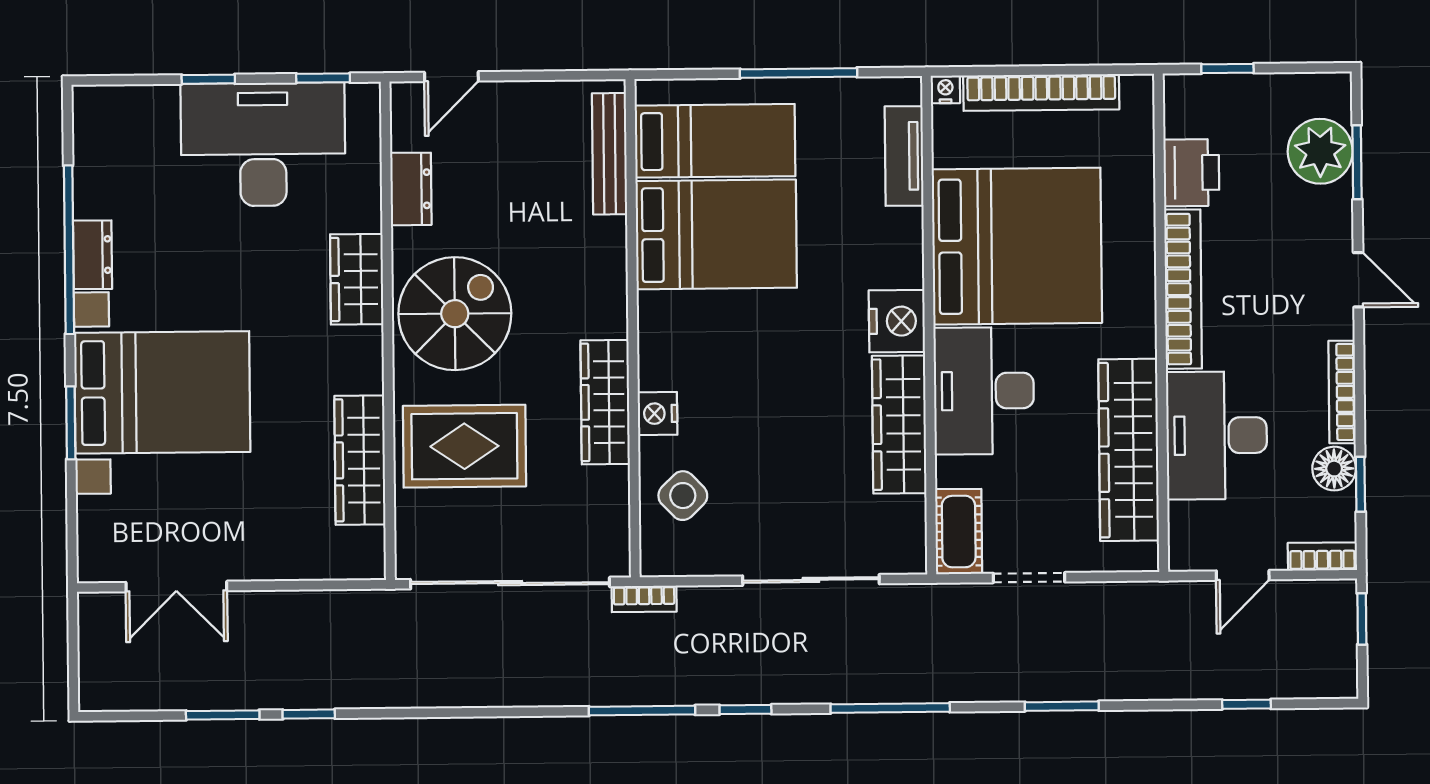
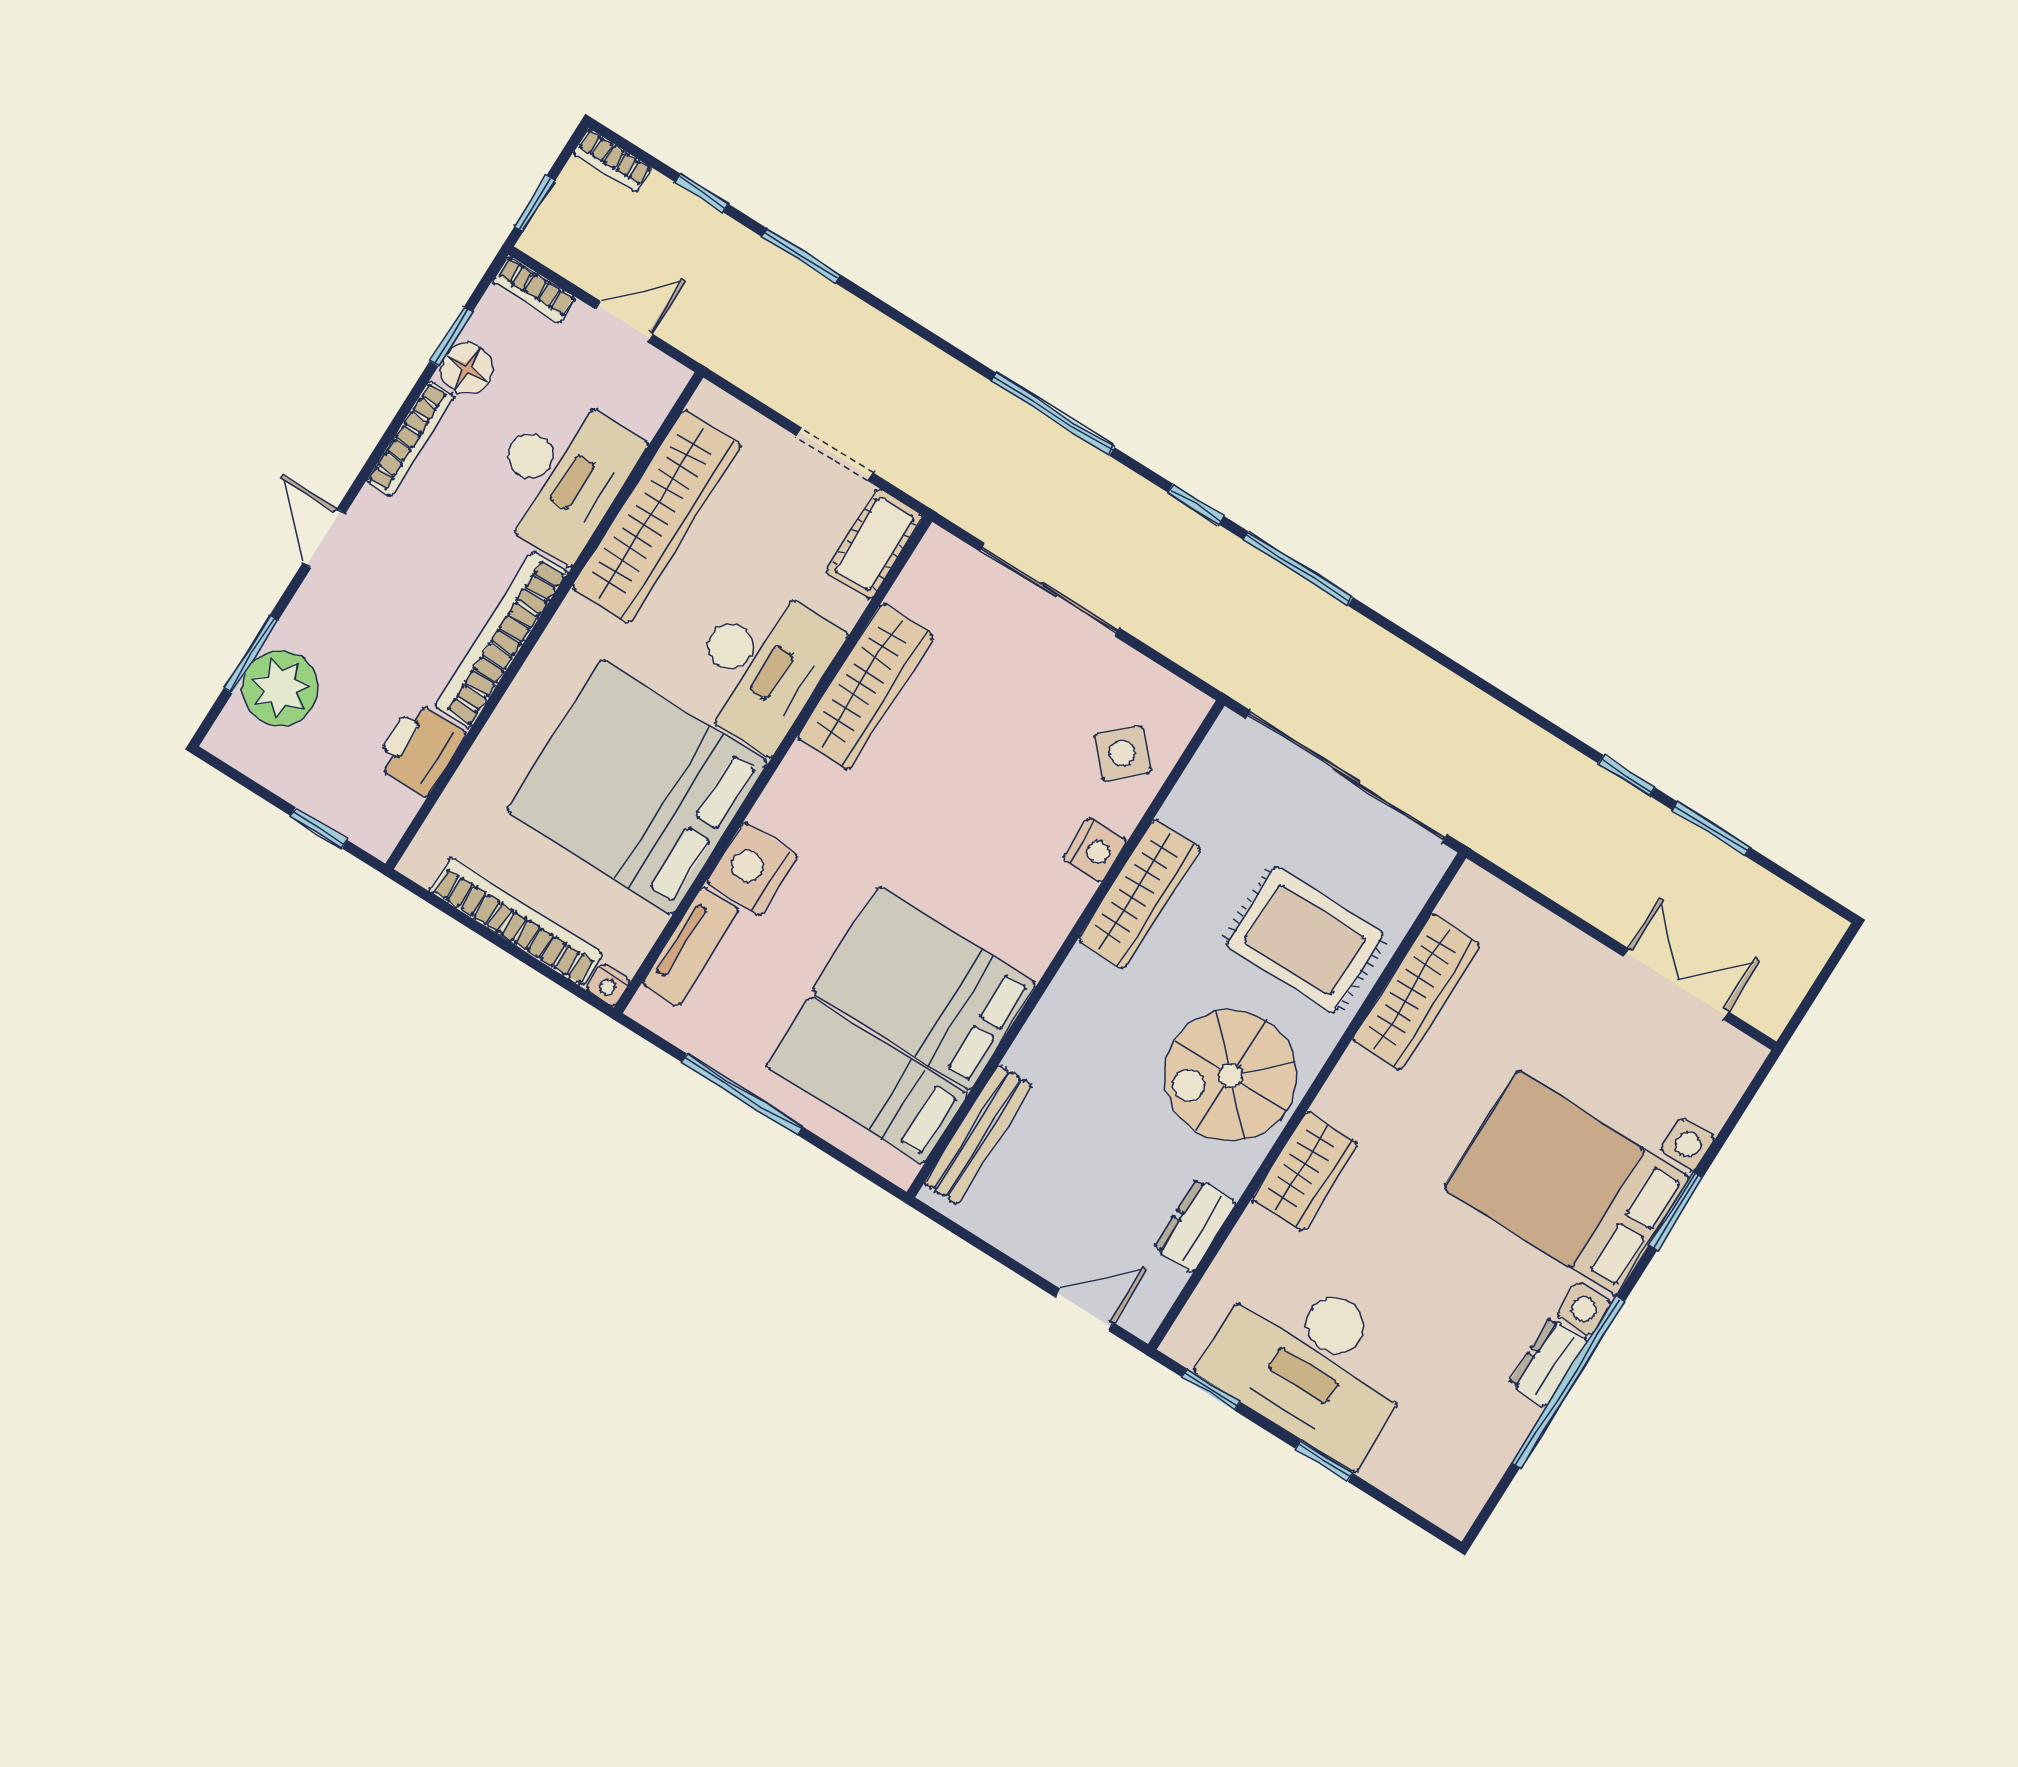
nightstand: (897, 321) -> (752, 869), moved
bookcase: (644, 599) -> (612, 161), moved, turned 180
window: (1062, 706) -> (801, 256), moved

